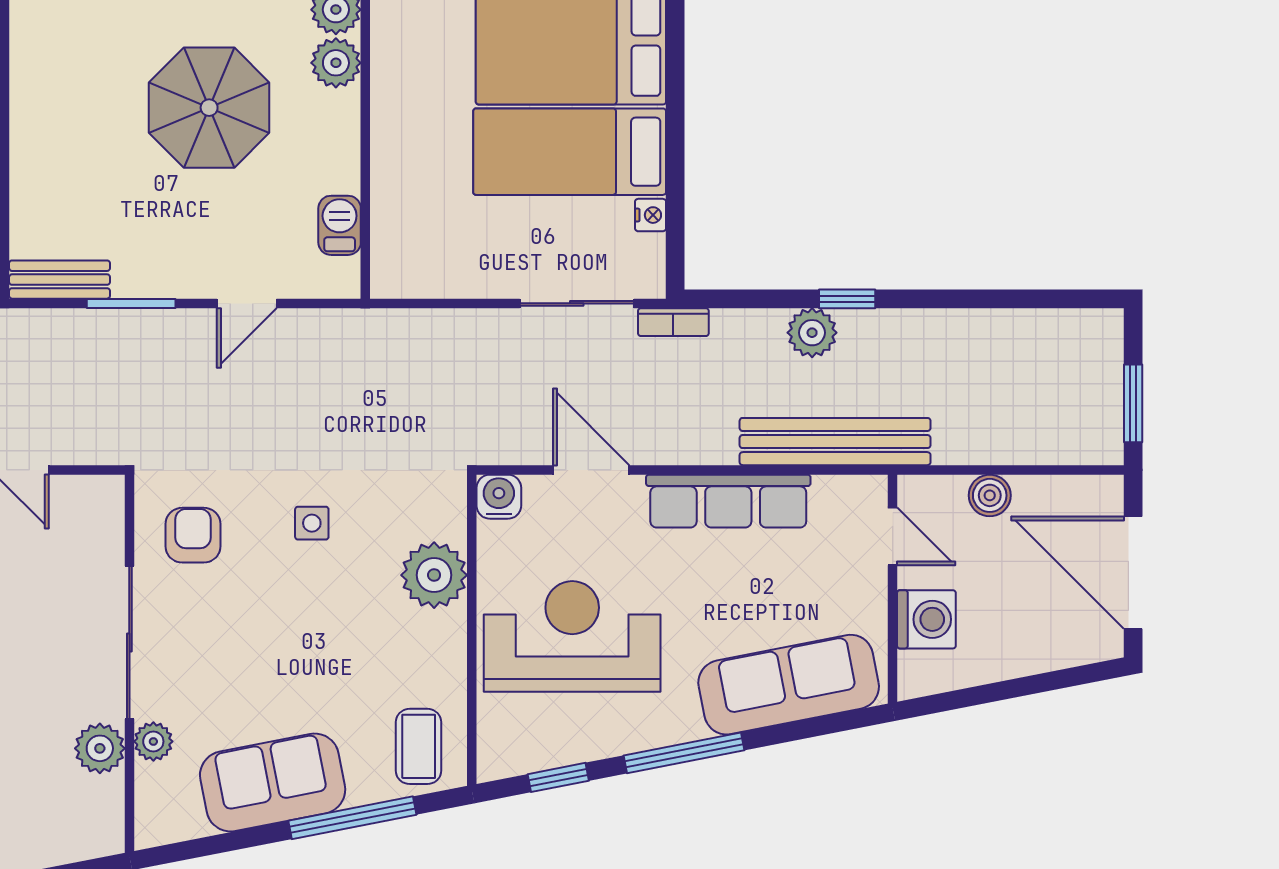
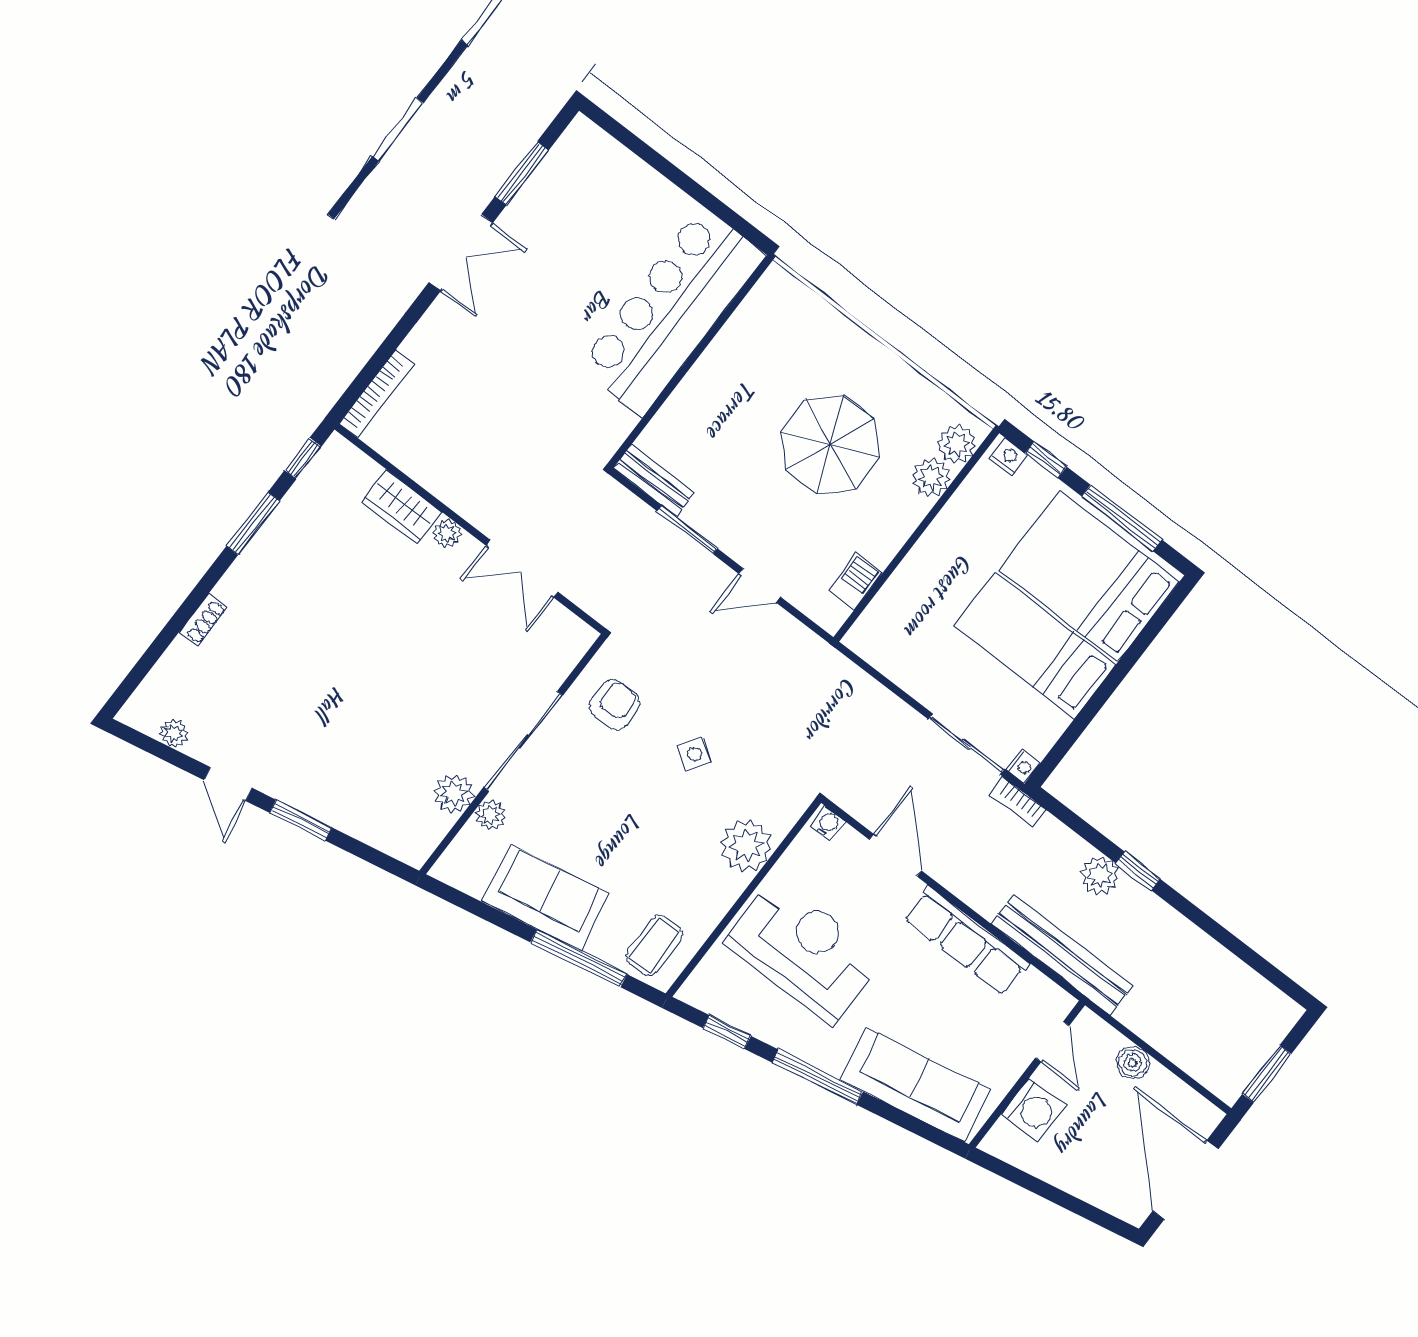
nightstand: (651, 215) -> (1023, 766), moved
water cooler: (499, 497) -> (828, 824), width x0.72, depth x0.72
side table: (312, 523) -> (695, 754), turned 34

